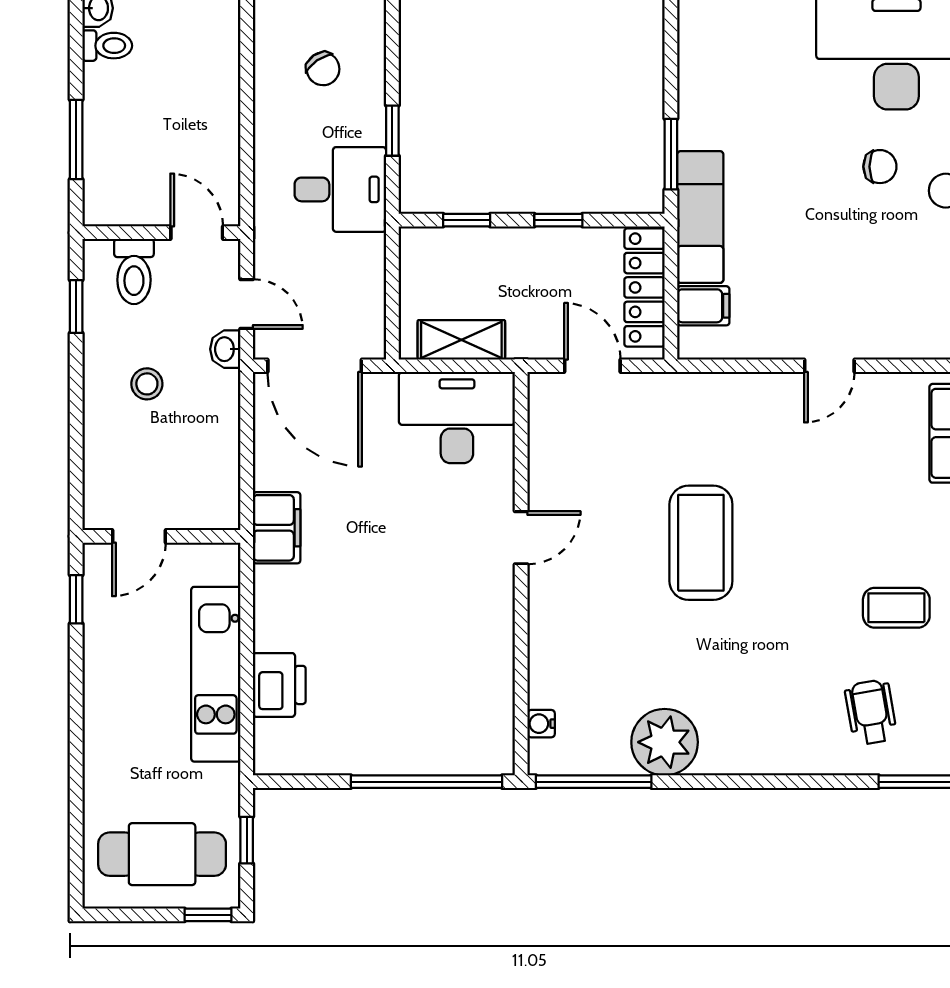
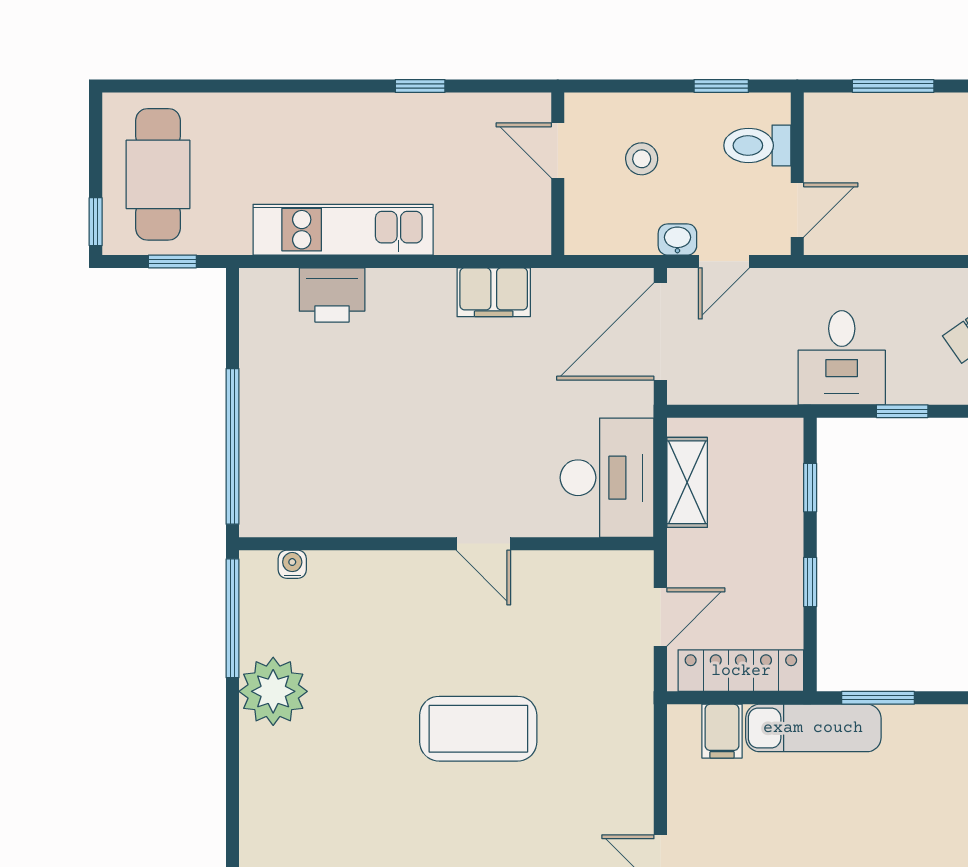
door: (139, 536) -> (558, 151), moved
wall: (161, 536) -> (558, 174), moved

